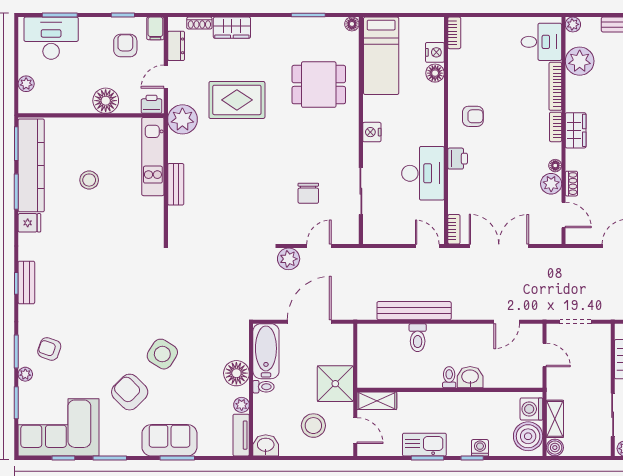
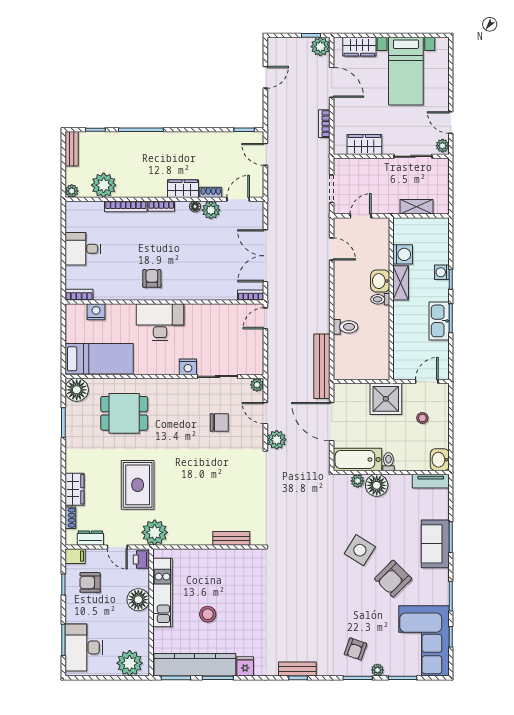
floor lamp: (352, 24) -> (77, 390), width x1.89, depth x1.89
desk: (541, 42) -> (83, 249), moved, turned -90
floor lamp: (435, 73) -> (114, 312), removed
plant: (26, 84) -> (130, 663), width x1.88, depth x1.88
dining table: (319, 85) -> (124, 413), turned 90
wardrobe: (576, 130) -> (183, 189), moved
nightstand: (372, 132) -> (188, 367), moved
kitchen unit: (153, 157) -> (162, 592), moved, turned -90
printer: (458, 159) -> (189, 292), removed
desk: (423, 173) -> (160, 322), moved
bench: (176, 184) -> (231, 538), moved
plant: (351, 236) -> (257, 385), added
bench: (414, 311) -> (322, 366), moved
shelving: (377, 401) -> (401, 283), moved
plant: (242, 405) -> (358, 481), moved
washing machine: (531, 409) -> (403, 254), moved, turned -90
stool: (313, 426) -> (422, 418), width x0.53, depth x0.53
boiler: (528, 436) -> (432, 230), removed
boiler: (555, 448) -> (442, 207), removed

